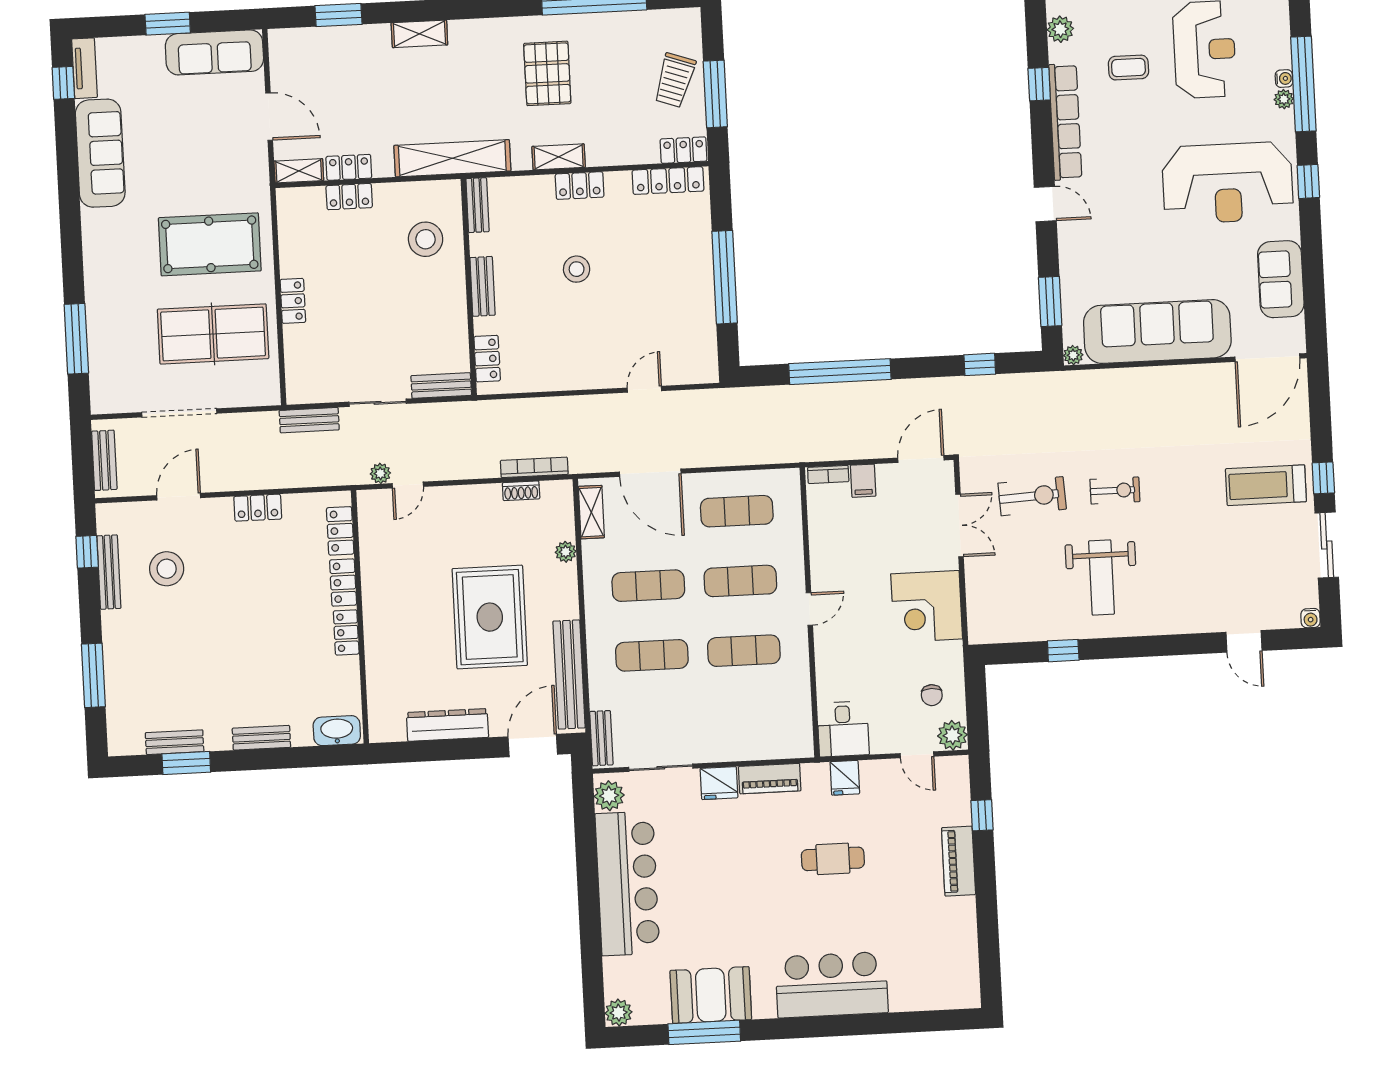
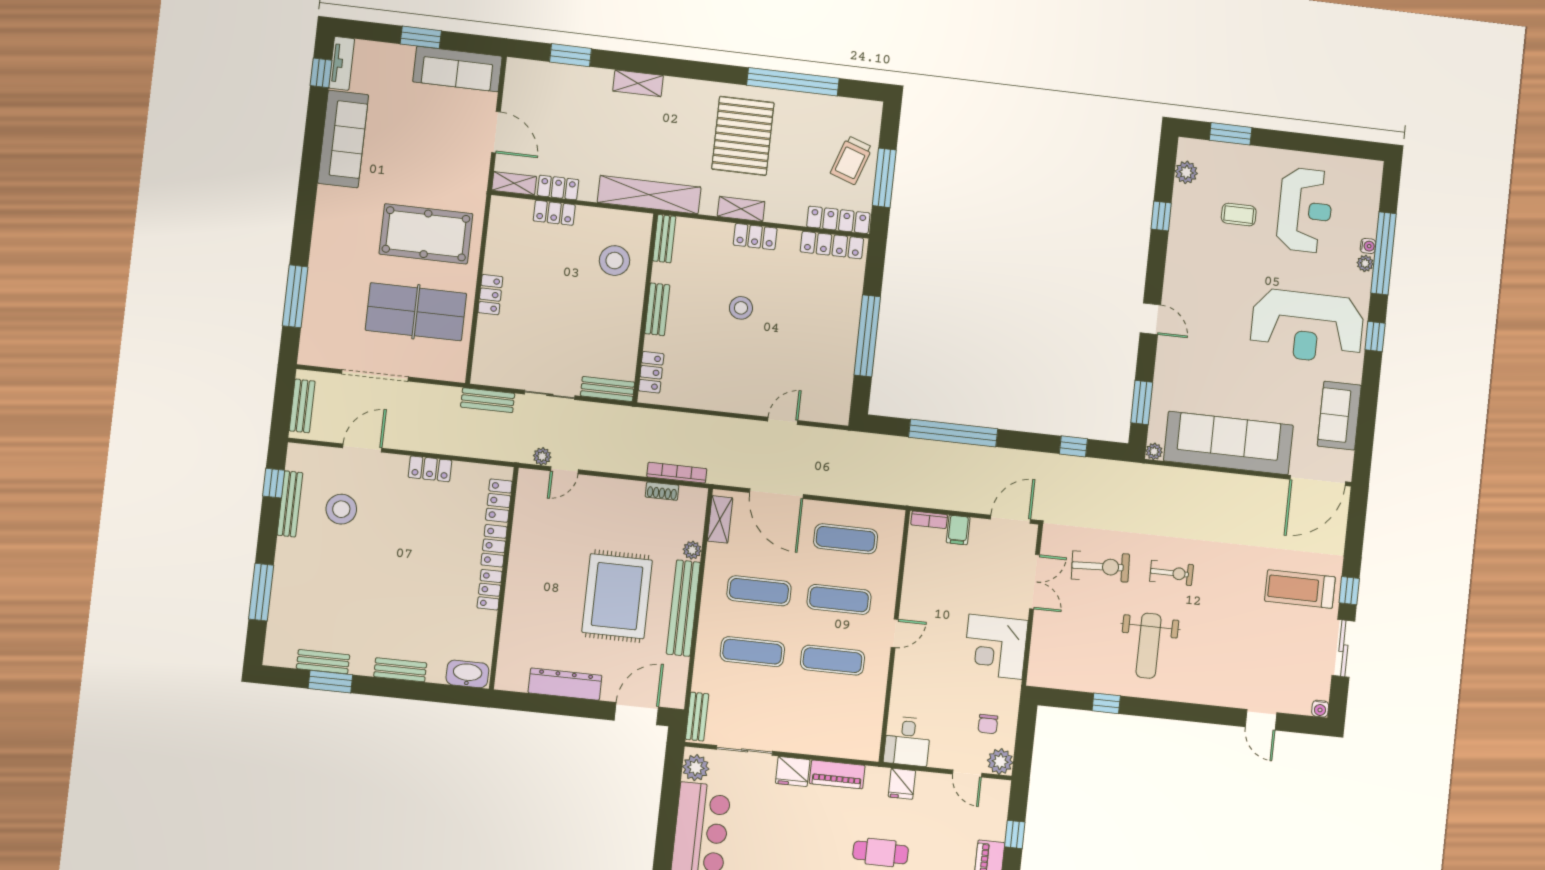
pallet: (547, 73) -> (743, 136), width x1.37, depth x1.41
row of seats: (1065, 122) -> (1178, 252), removed
locker: (683, 150) -> (838, 220), width x1.53
bench: (569, 674) -> (683, 608), moved

